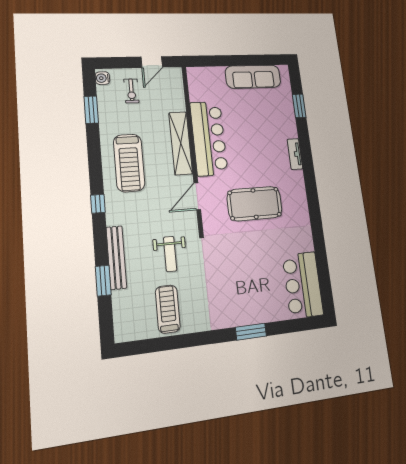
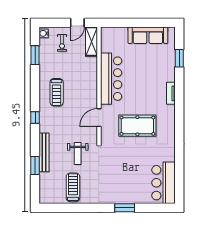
shelving: (181, 143) -> (92, 42), moved, width x0.68
treadmill: (129, 163) -> (57, 92), width x0.73, depth x0.73

